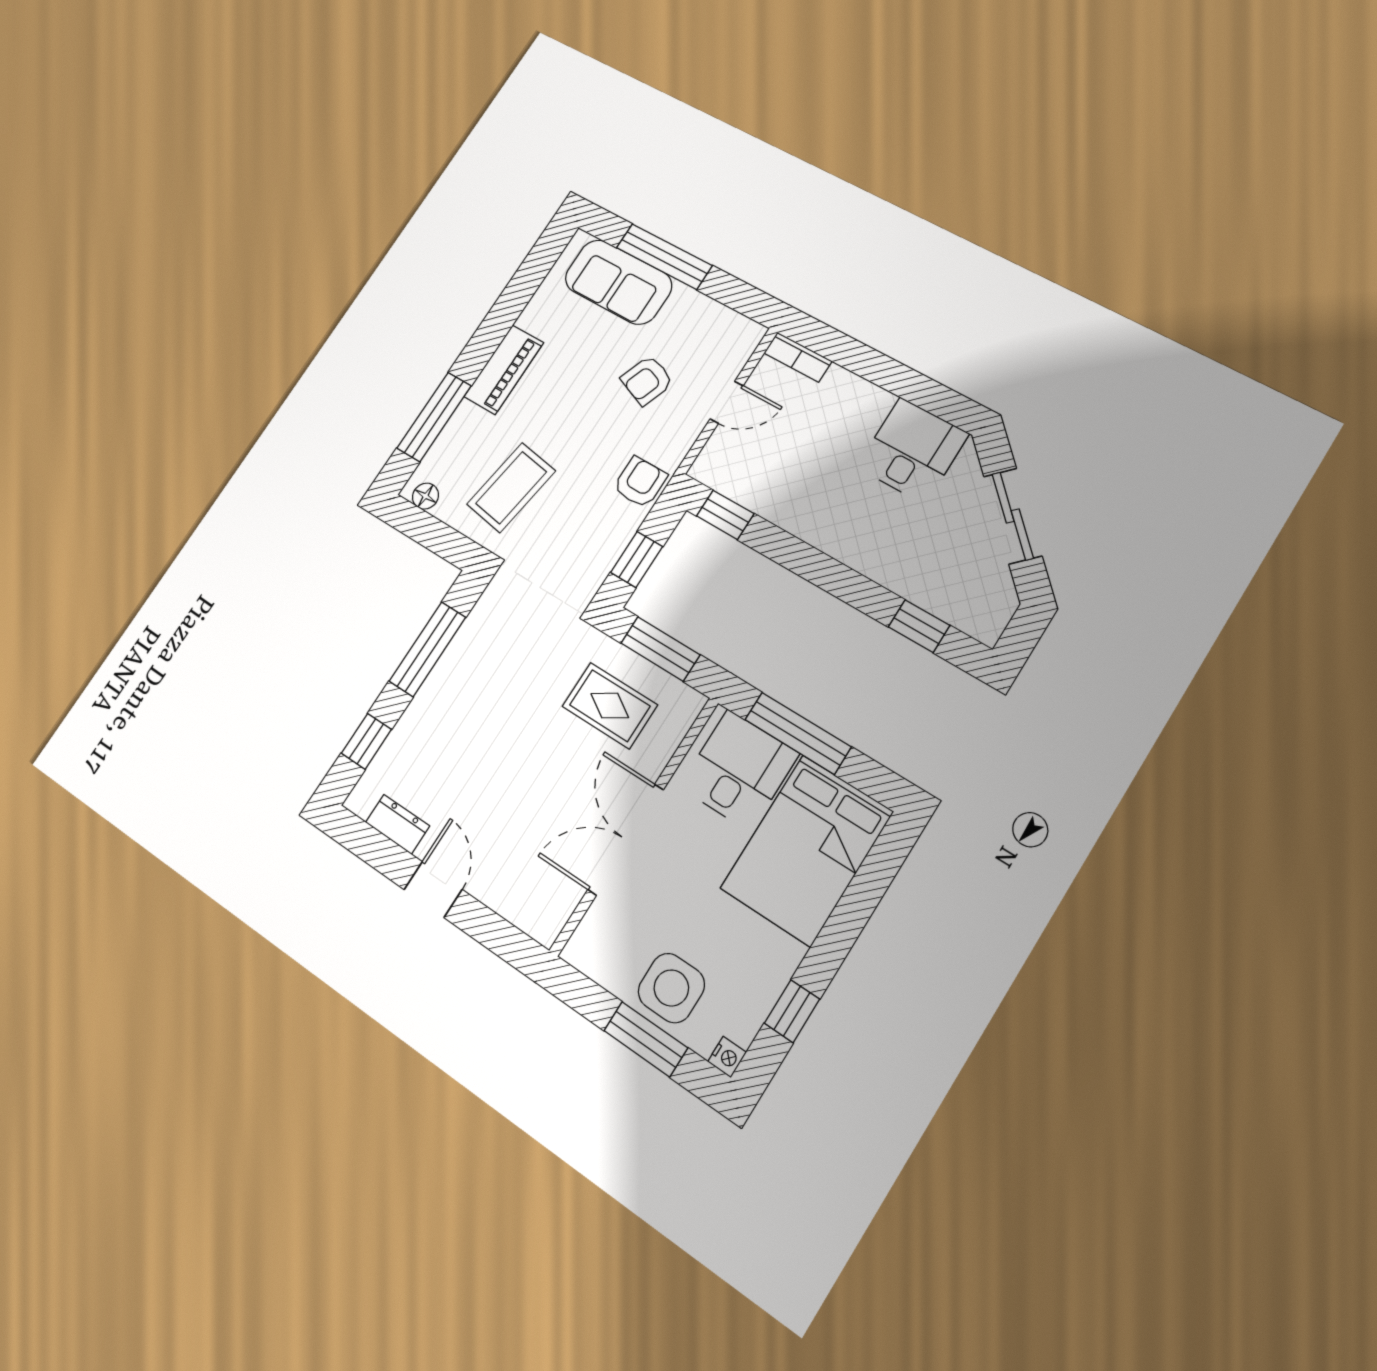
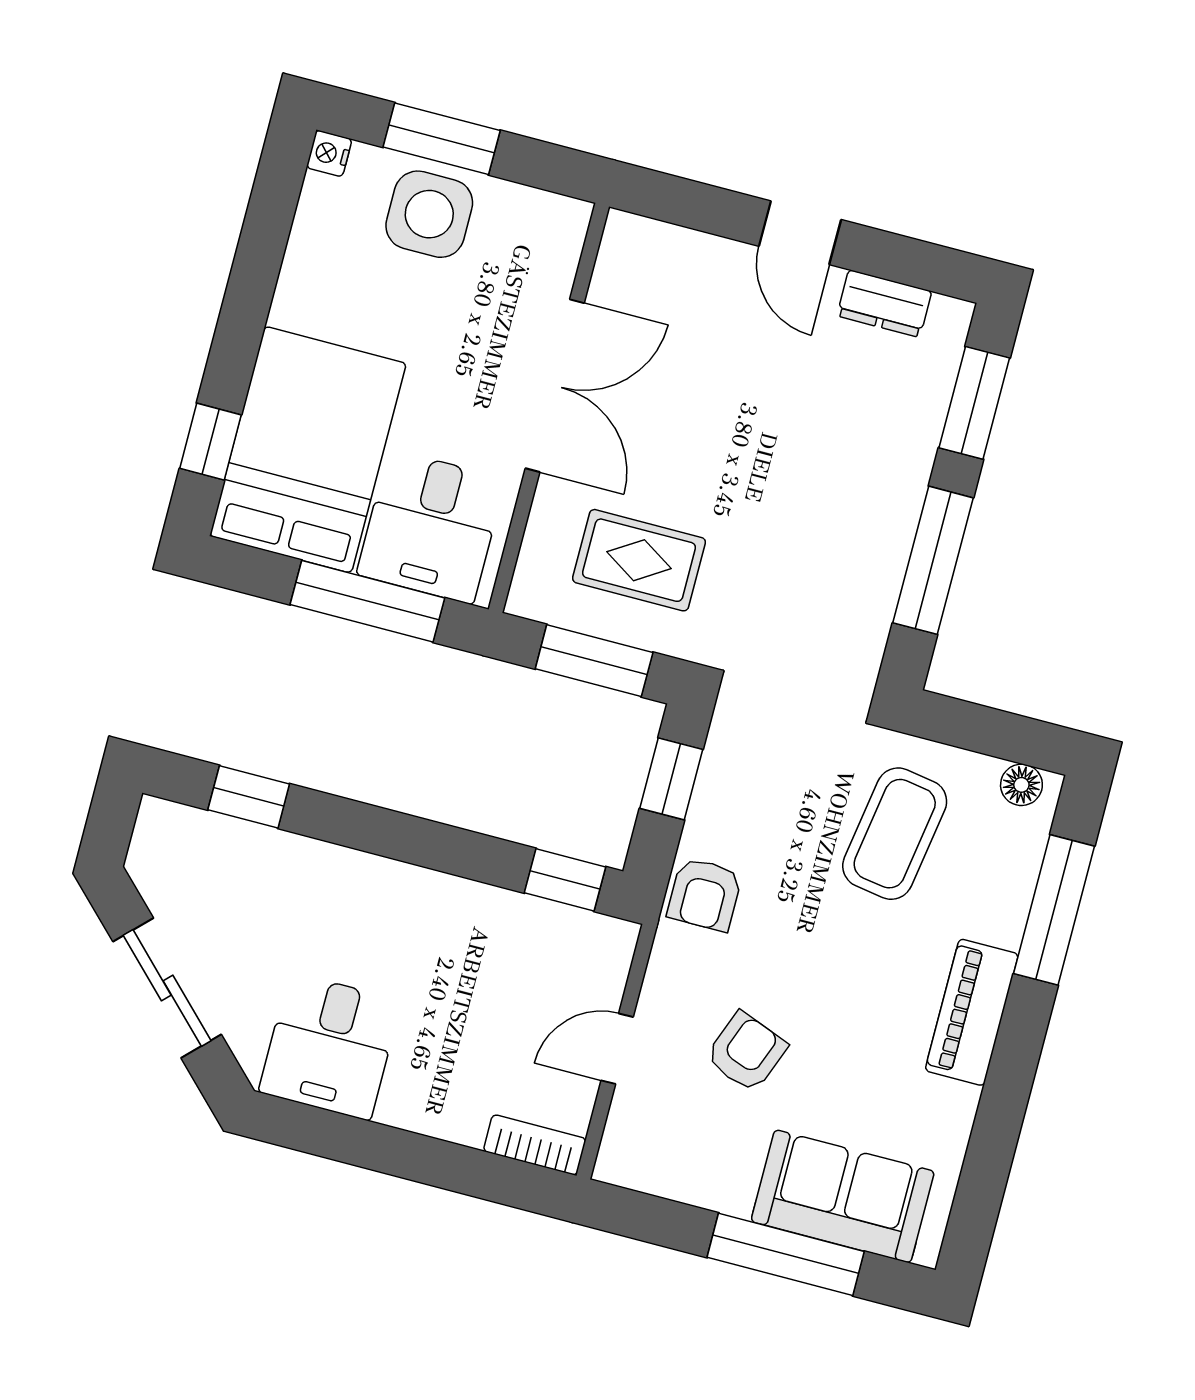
window: (366, 741) -> (974, 403), width x1.50
window: (792, 1011) -> (211, 442), moved

